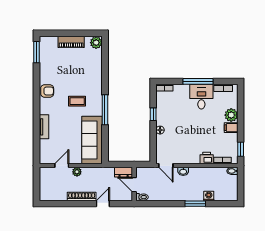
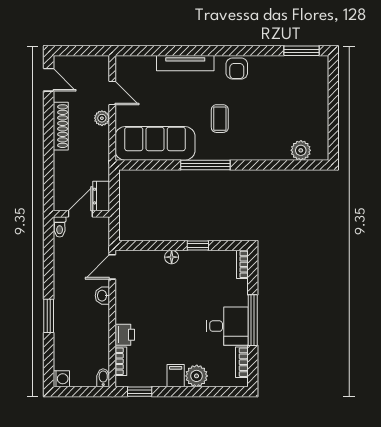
piano: (71, 42) -> (319, 109), removed
plant: (96, 43) -> (301, 150), moved
tv unit: (44, 127) -> (185, 63), width x1.41
washing machine: (209, 196) -> (61, 379), moved
door: (103, 204) -> (49, 80), moved

